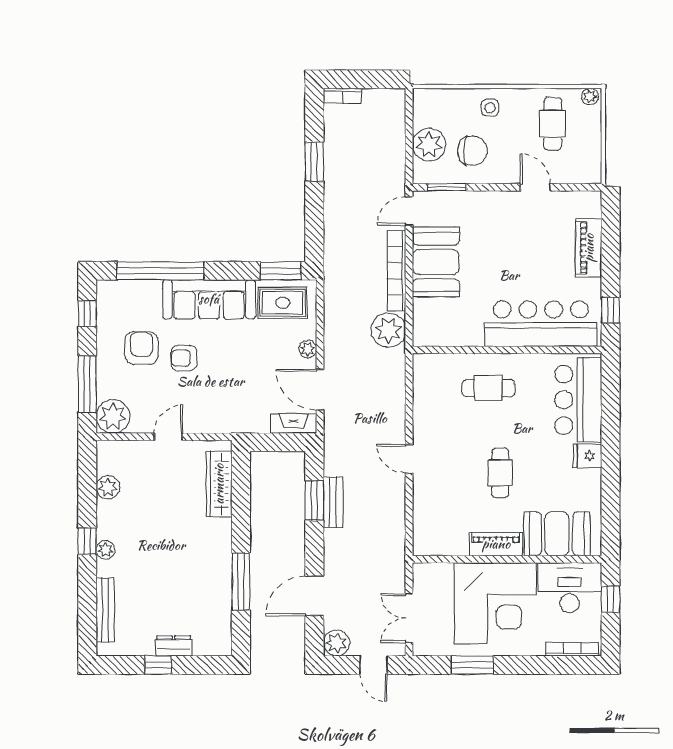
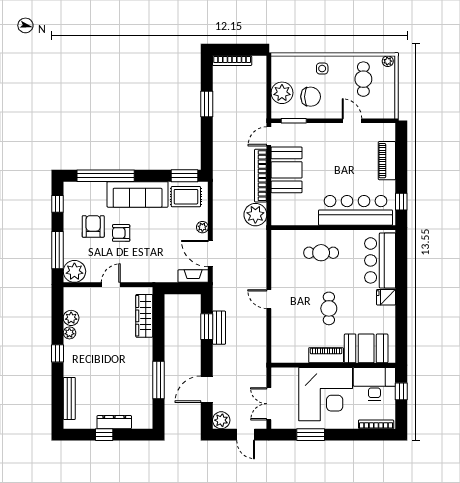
bookcase: (342, 96) -> (232, 61), width x1.56
plant: (105, 550) -> (69, 333), moved
dresser: (174, 646) -> (114, 422), width x1.44

